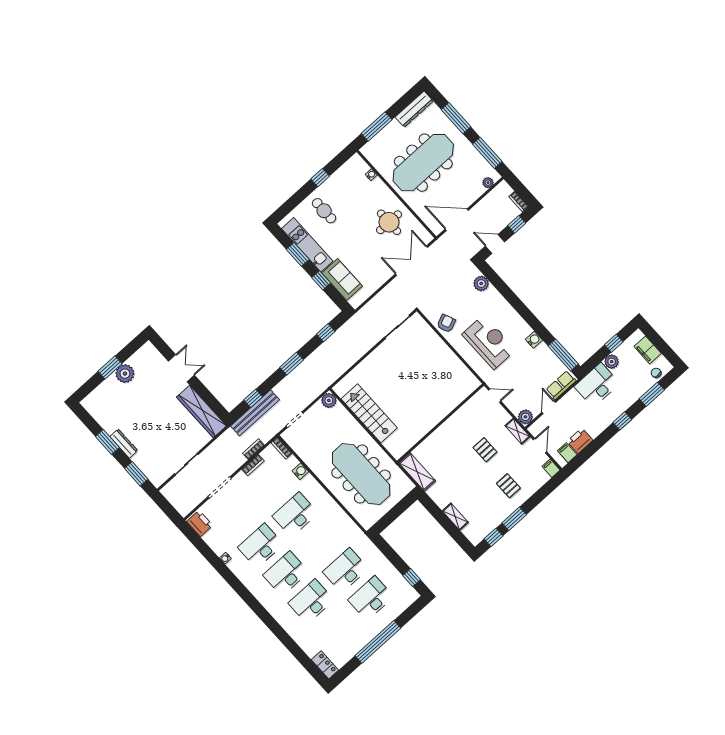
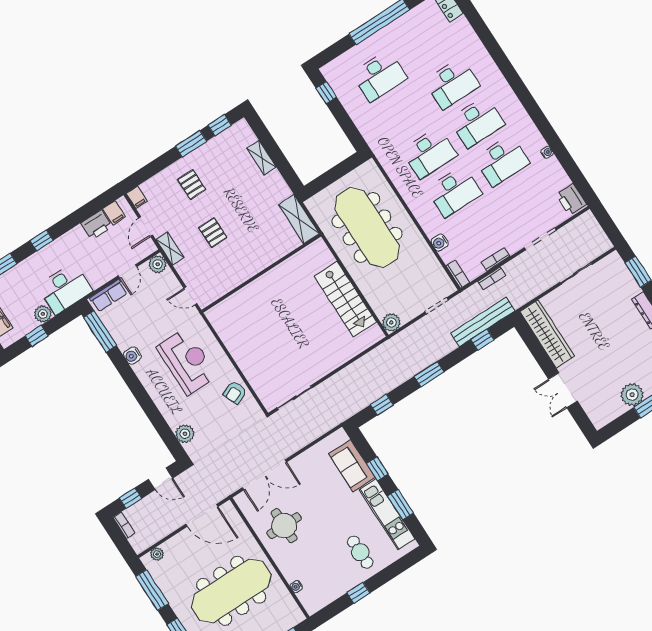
reception desk: (489, 342) -> (187, 362), turned 180
desk: (346, 570) -> (429, 153), moved

